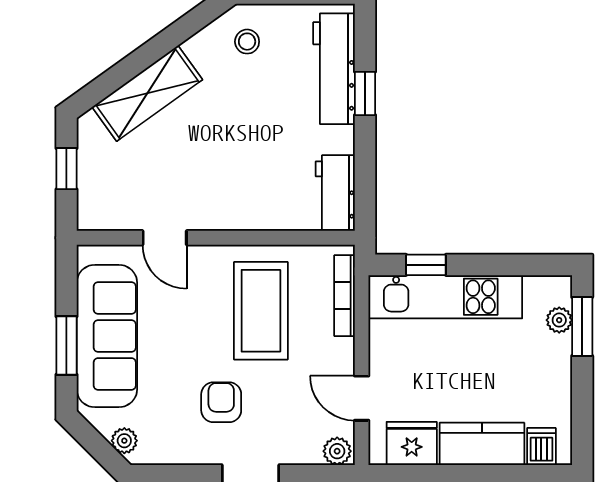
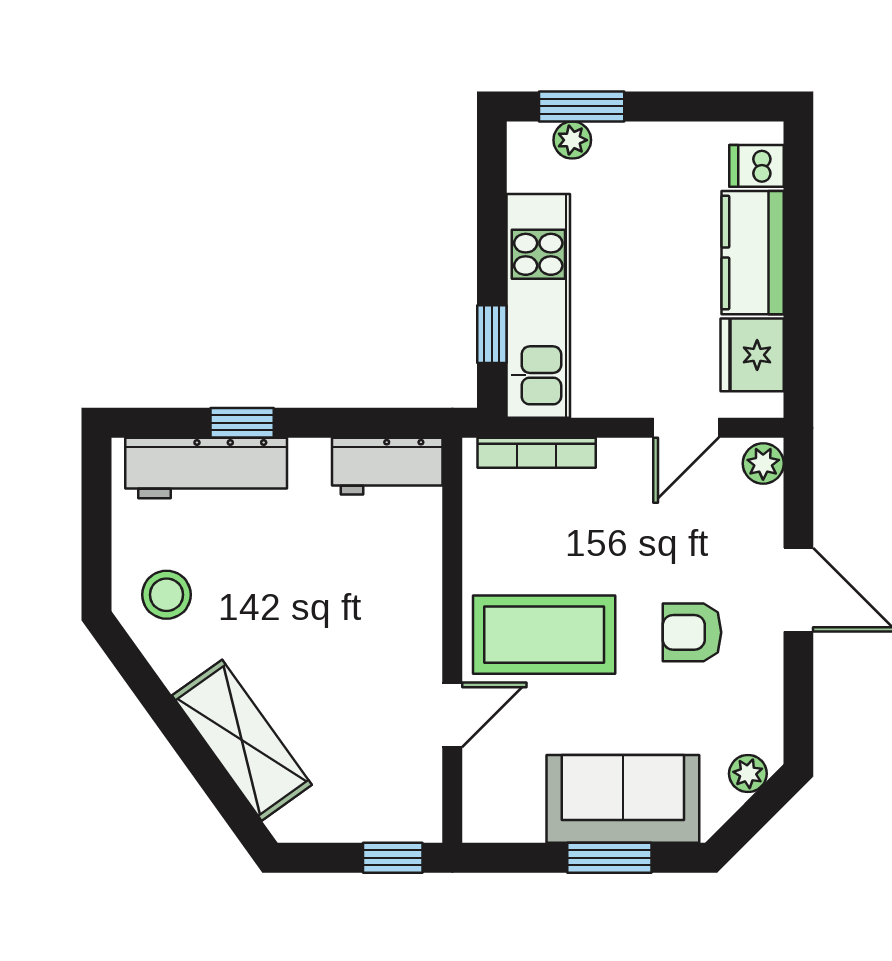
stool: (247, 42) -> (166, 595), width x1.37, depth x1.37
window: (66, 169) -> (393, 858), moved
coffee table: (261, 311) -> (544, 635), moved
sofa: (107, 336) -> (623, 799), width x0.73

